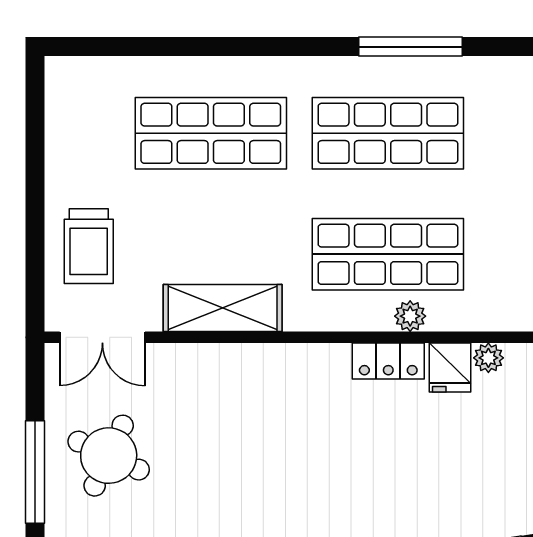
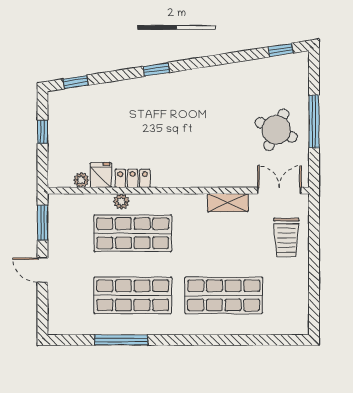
trolley: (89, 246) -> (286, 237), turned 180
shelving: (223, 308) -> (228, 203), width x0.67, depth x0.75

